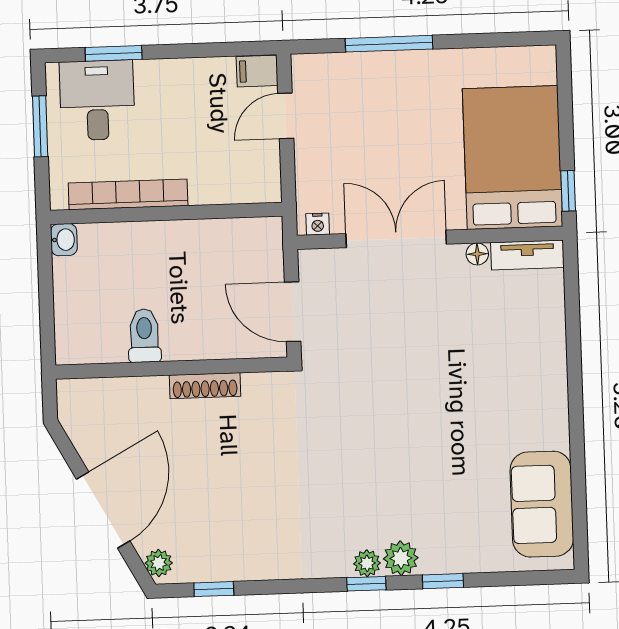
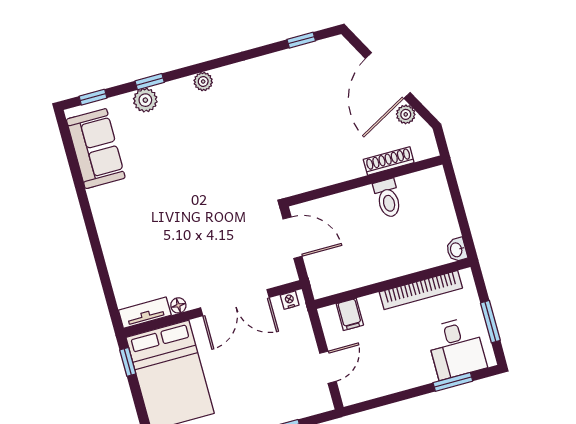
filing cabinet: (257, 71) -> (350, 314), moved, turned 90
shoe rack: (205, 386) -> (389, 161), moved
plant: (401, 558) -> (145, 100), moved
plant: (159, 563) -> (406, 114), moved
window: (366, 584) -> (93, 97), moved

